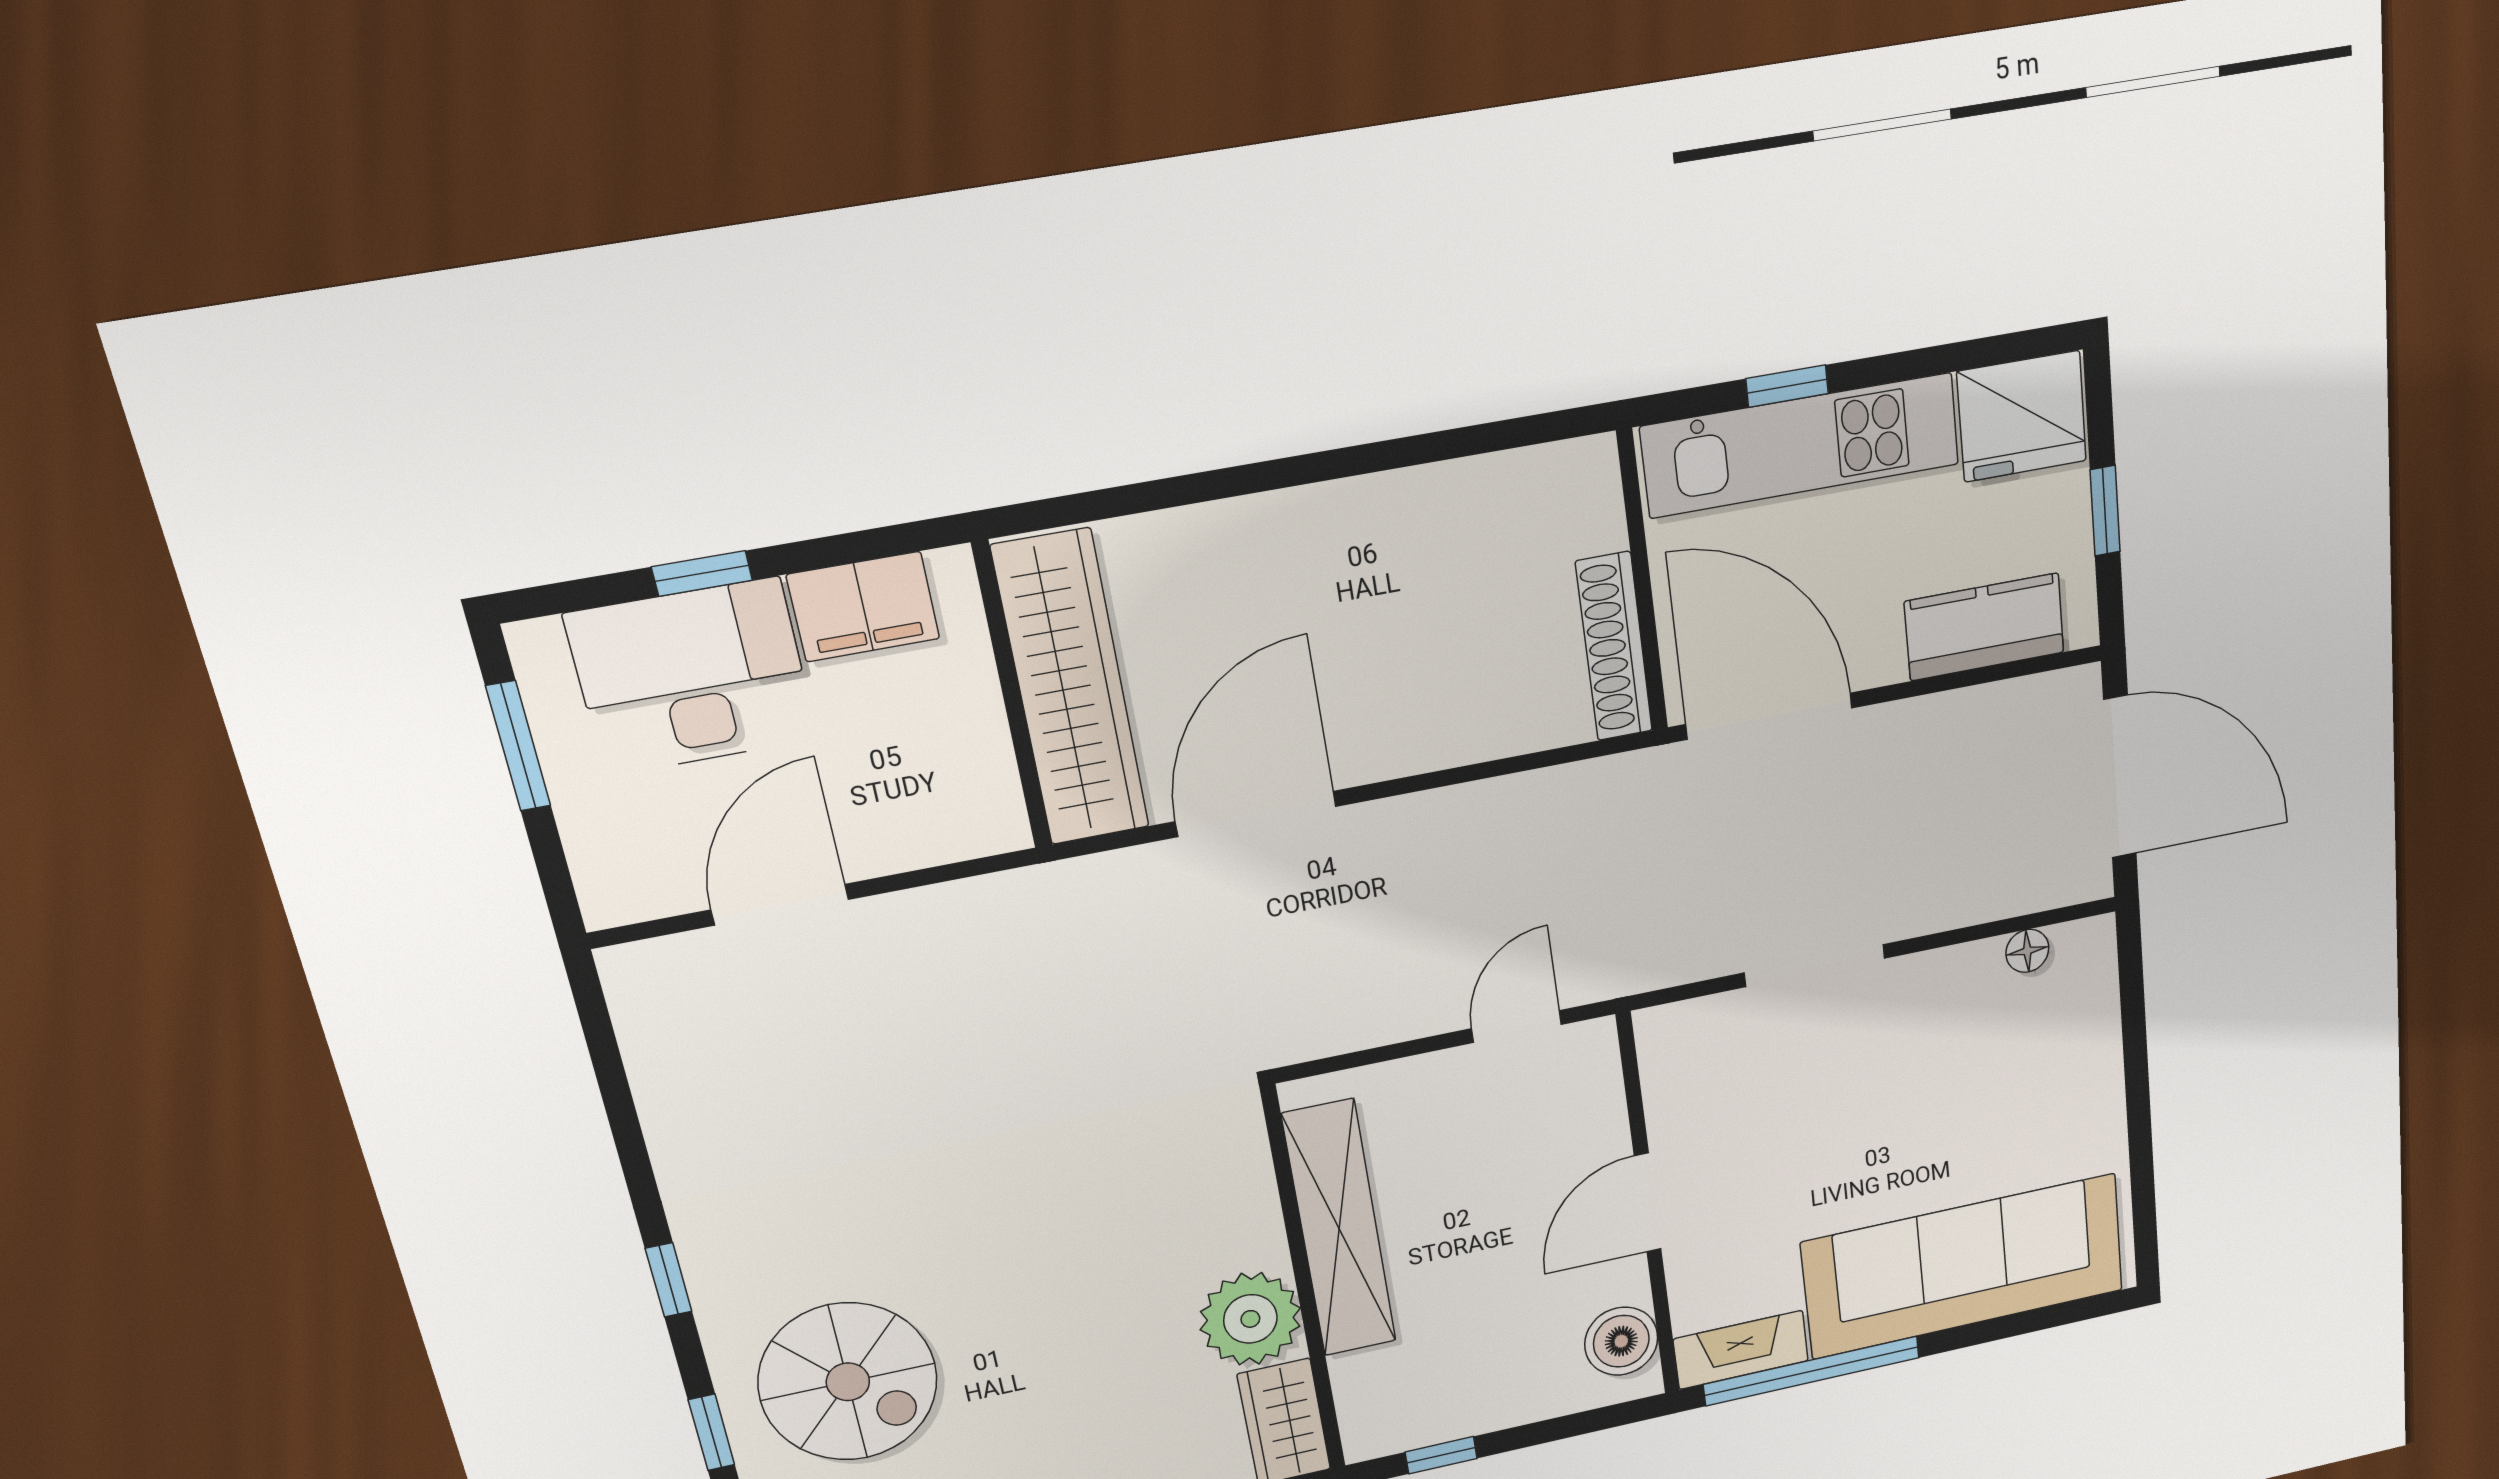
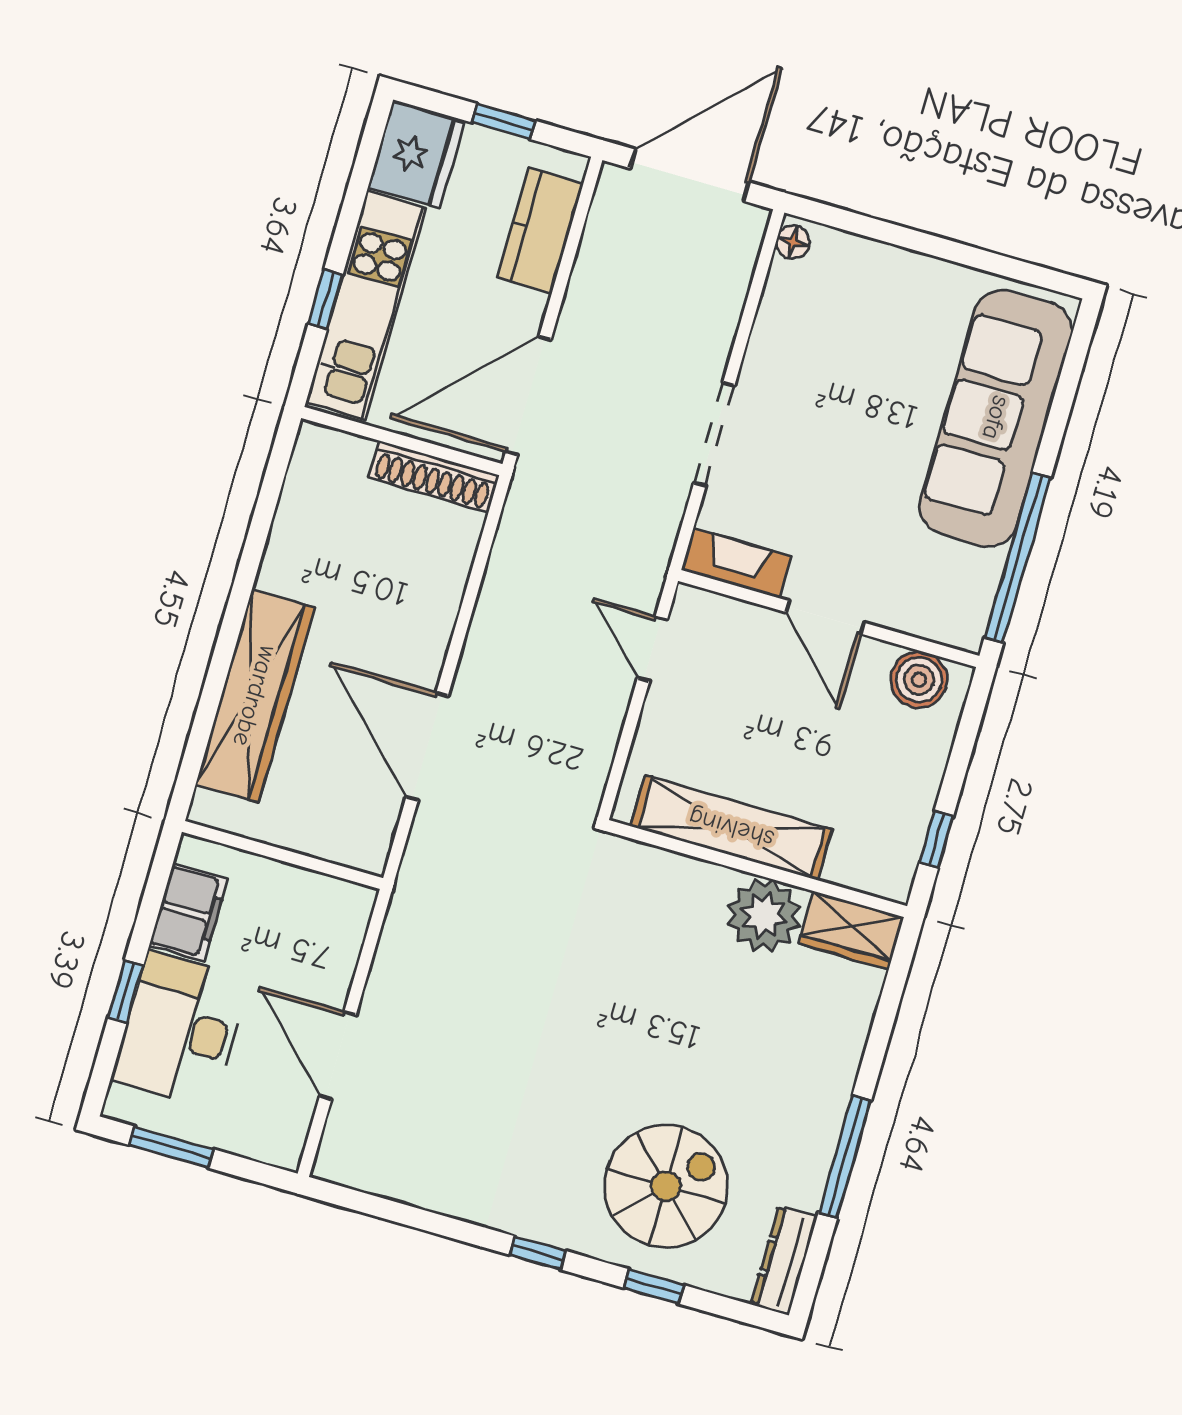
wardrobe: (1071, 689) -> (255, 696), moved, turned 90
floor lamp: (2027, 951) -> (793, 242), moved
fireplace: (1741, 1350) -> (736, 563), moved, turned 90

